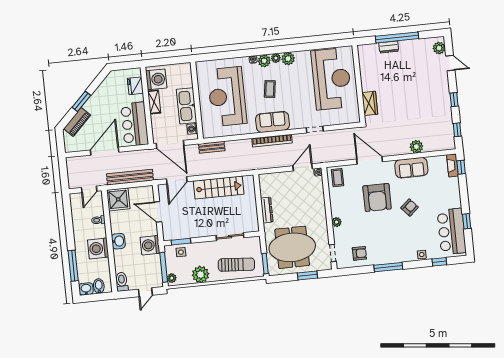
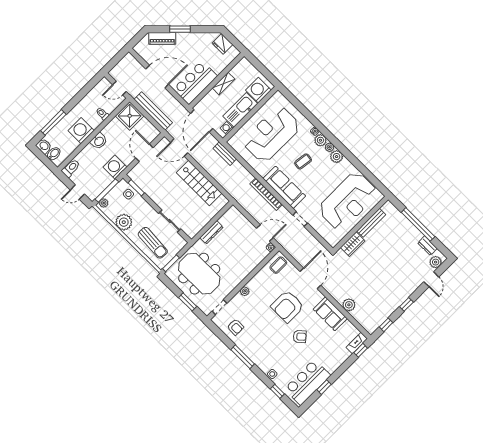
dresser: (389, 47) -> (428, 246), moved
bench: (365, 74) -> (371, 223), added
washing machine: (156, 79) -> (258, 90), moved, turned 180
fridge: (135, 86) -> (222, 44), moved, turned -90
sofa: (272, 122) -> (284, 187), width x1.36

